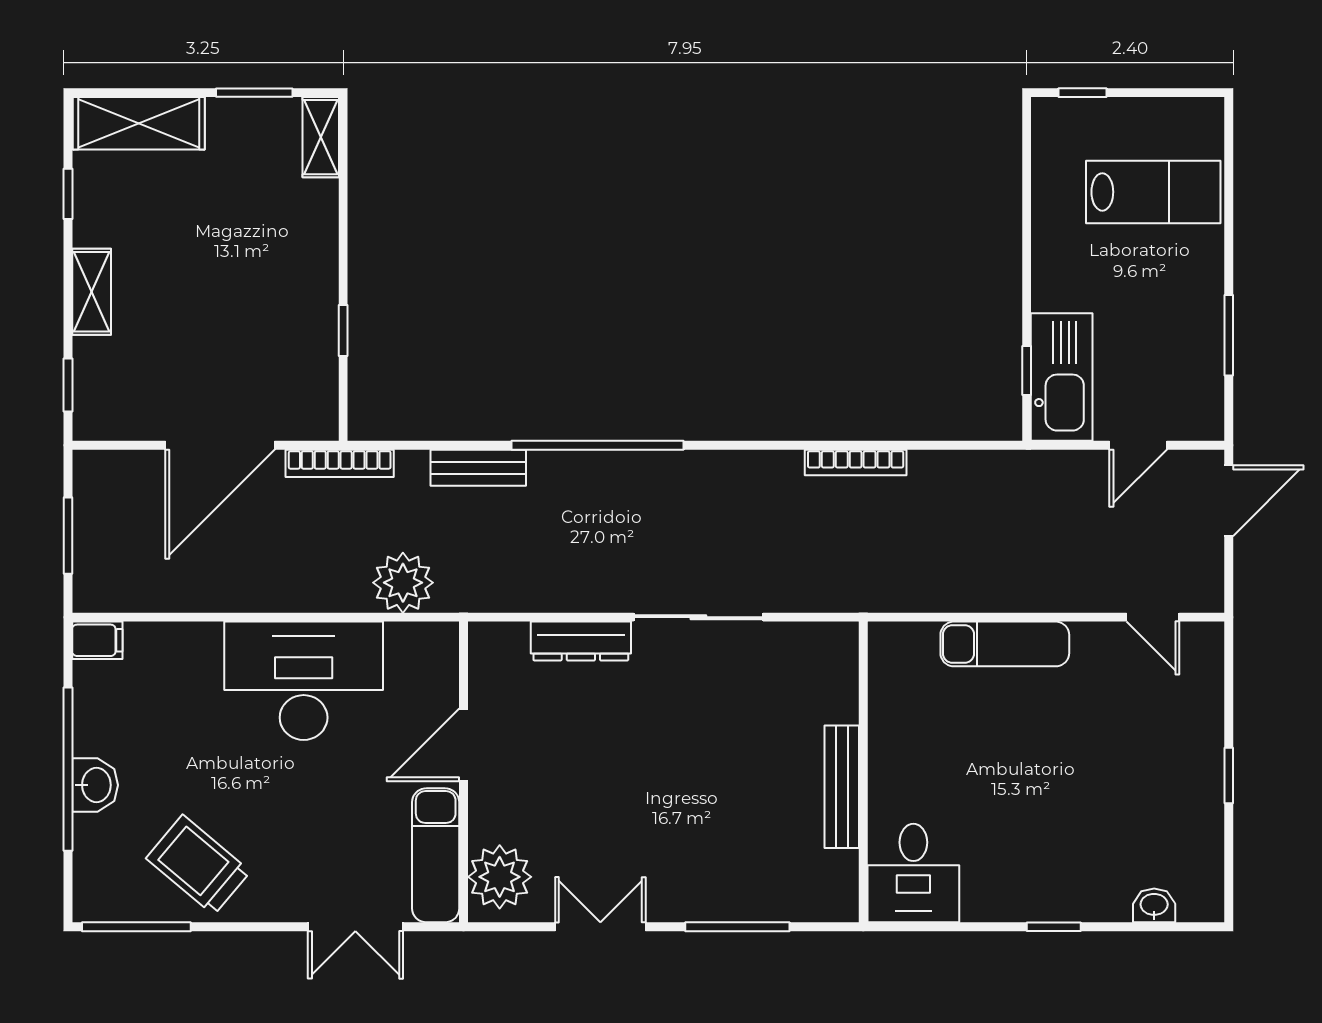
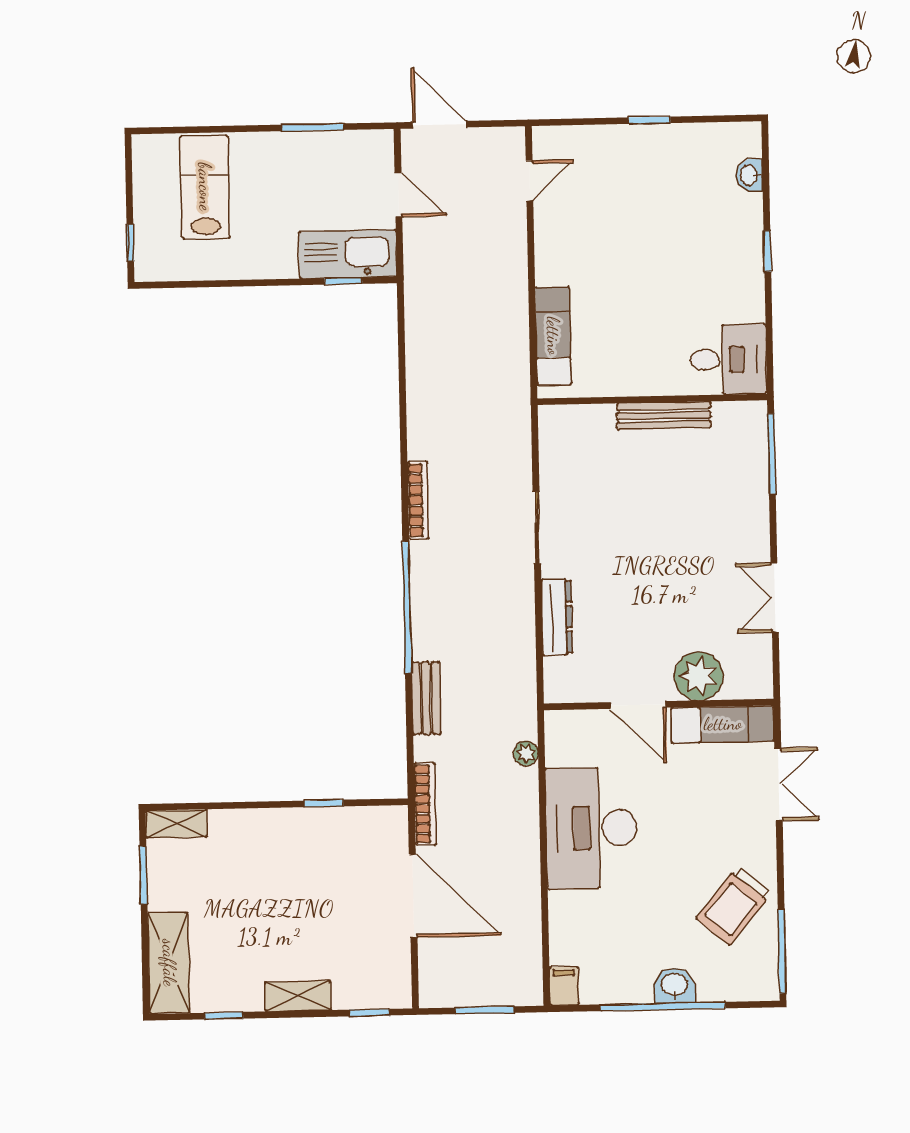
bookcase: (856, 462) -> (418, 500), moved
plant: (403, 583) -> (526, 753), width x0.53, depth x0.53
sliding door: (698, 617) -> (537, 528), width x0.73
exam couch: (1005, 644) -> (553, 336), moved
plant: (500, 877) -> (699, 676), moved
window: (737, 927) -> (772, 454), moved

